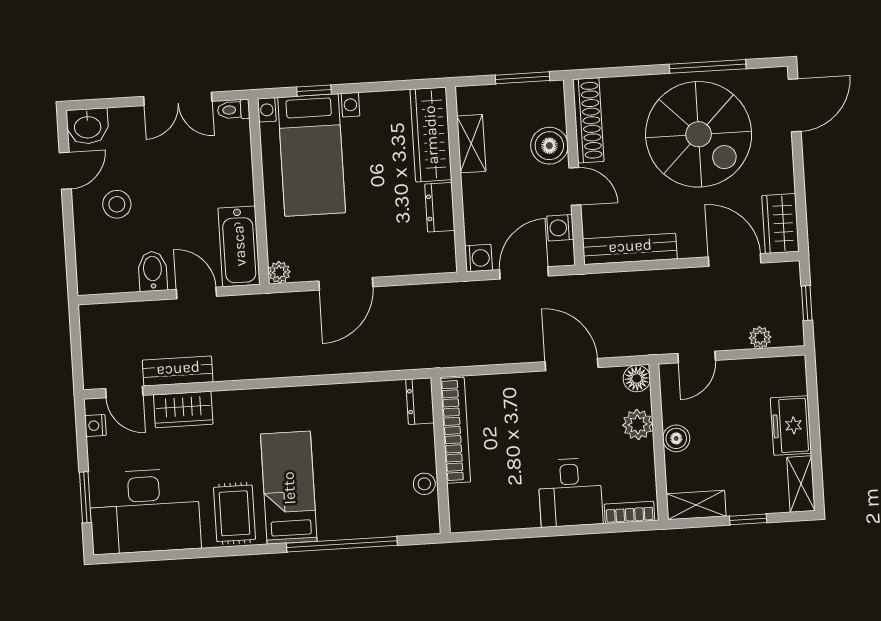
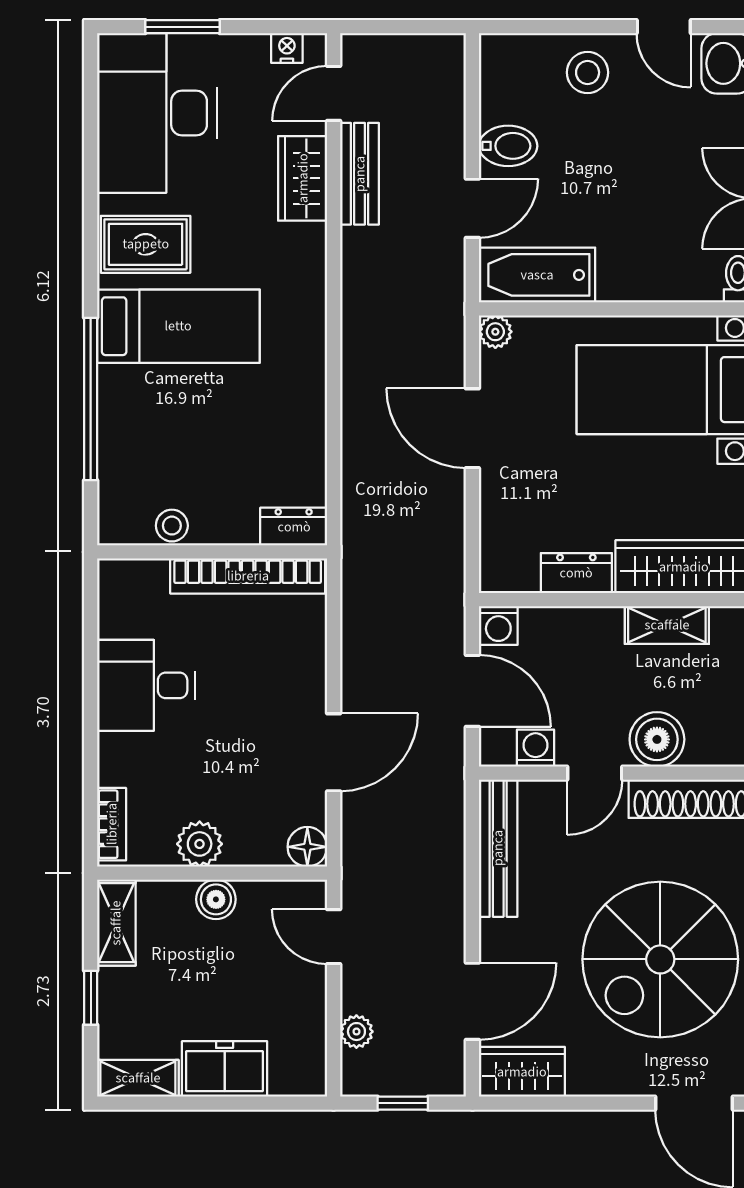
stool: (117, 204) -> (588, 72), moved
plant: (638, 425) -> (200, 844), moved
desk: (570, 492) -> (146, 685), moved

